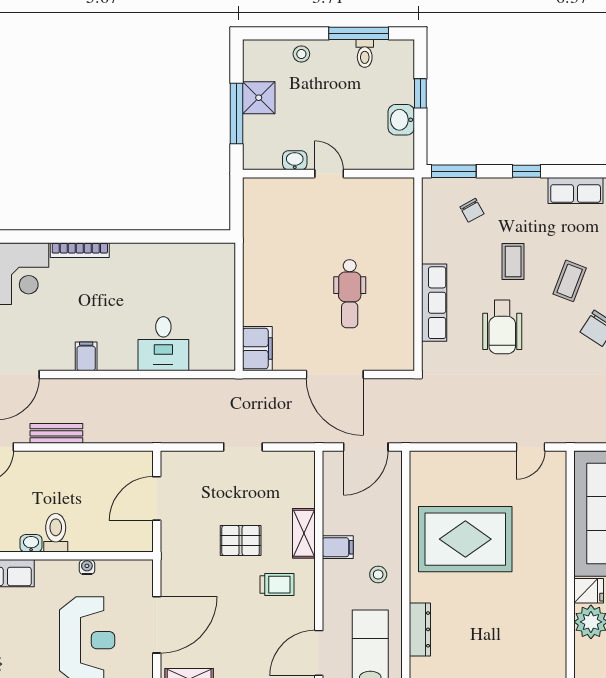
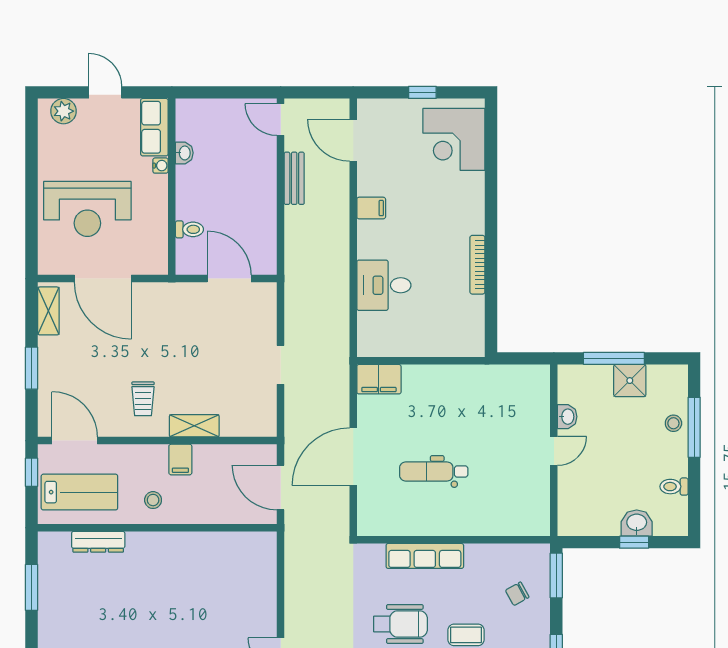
window: (359, 33) -> (694, 427), moved
washbasin: (401, 120) -> (637, 523), moved
bookcase: (80, 250) -> (477, 265), moved
wheelchair: (502, 327) -> (401, 624), turned 180
toilet: (56, 533) -> (189, 229), moved, width x0.73, depth x0.72
rug: (465, 539) -> (188, 587), removed
pallet: (241, 541) -> (187, 362), removed
water cooler: (87, 567) -> (160, 166), moved

